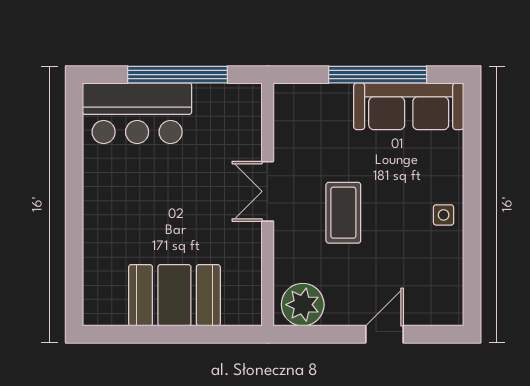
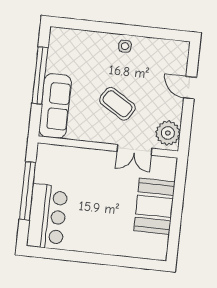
sofa: (409, 106) -> (55, 106), moved
double door: (268, 191) -> (134, 150), moved
coffee table: (343, 213) -> (117, 104), turned 32

